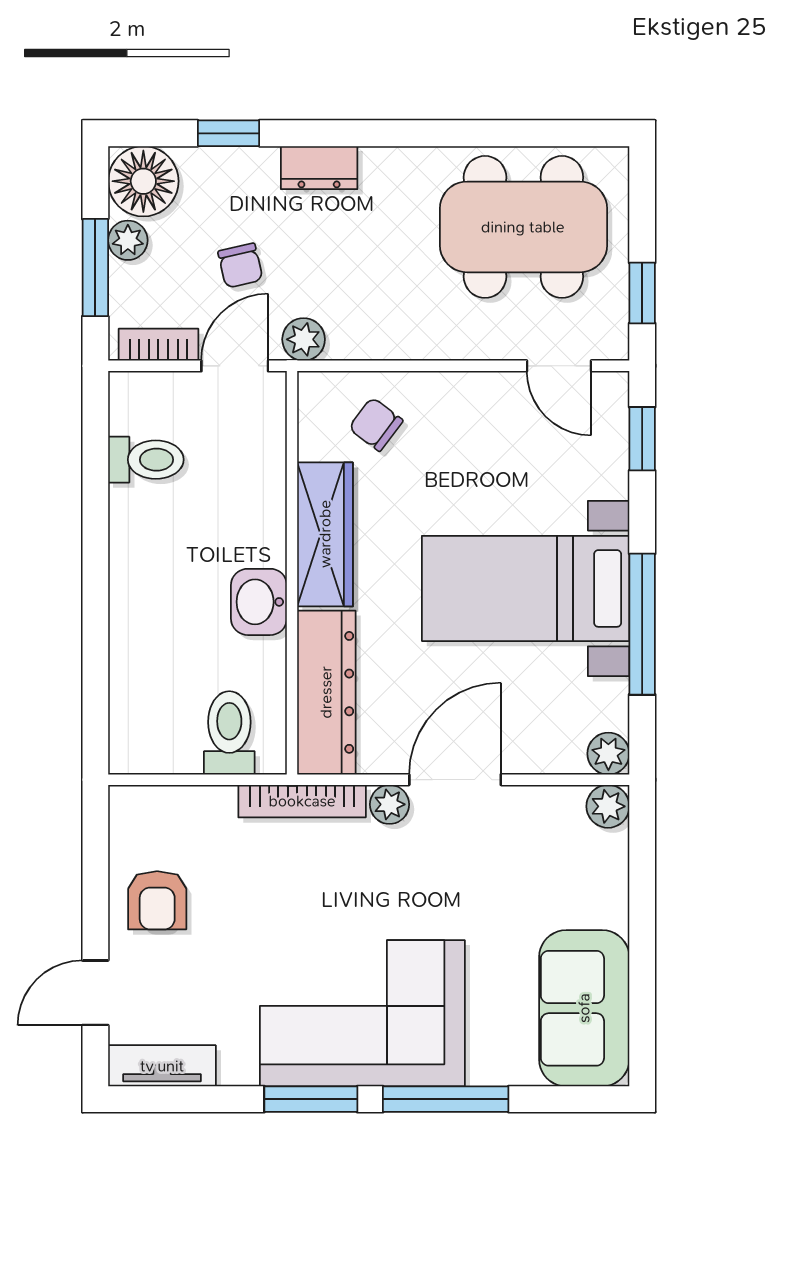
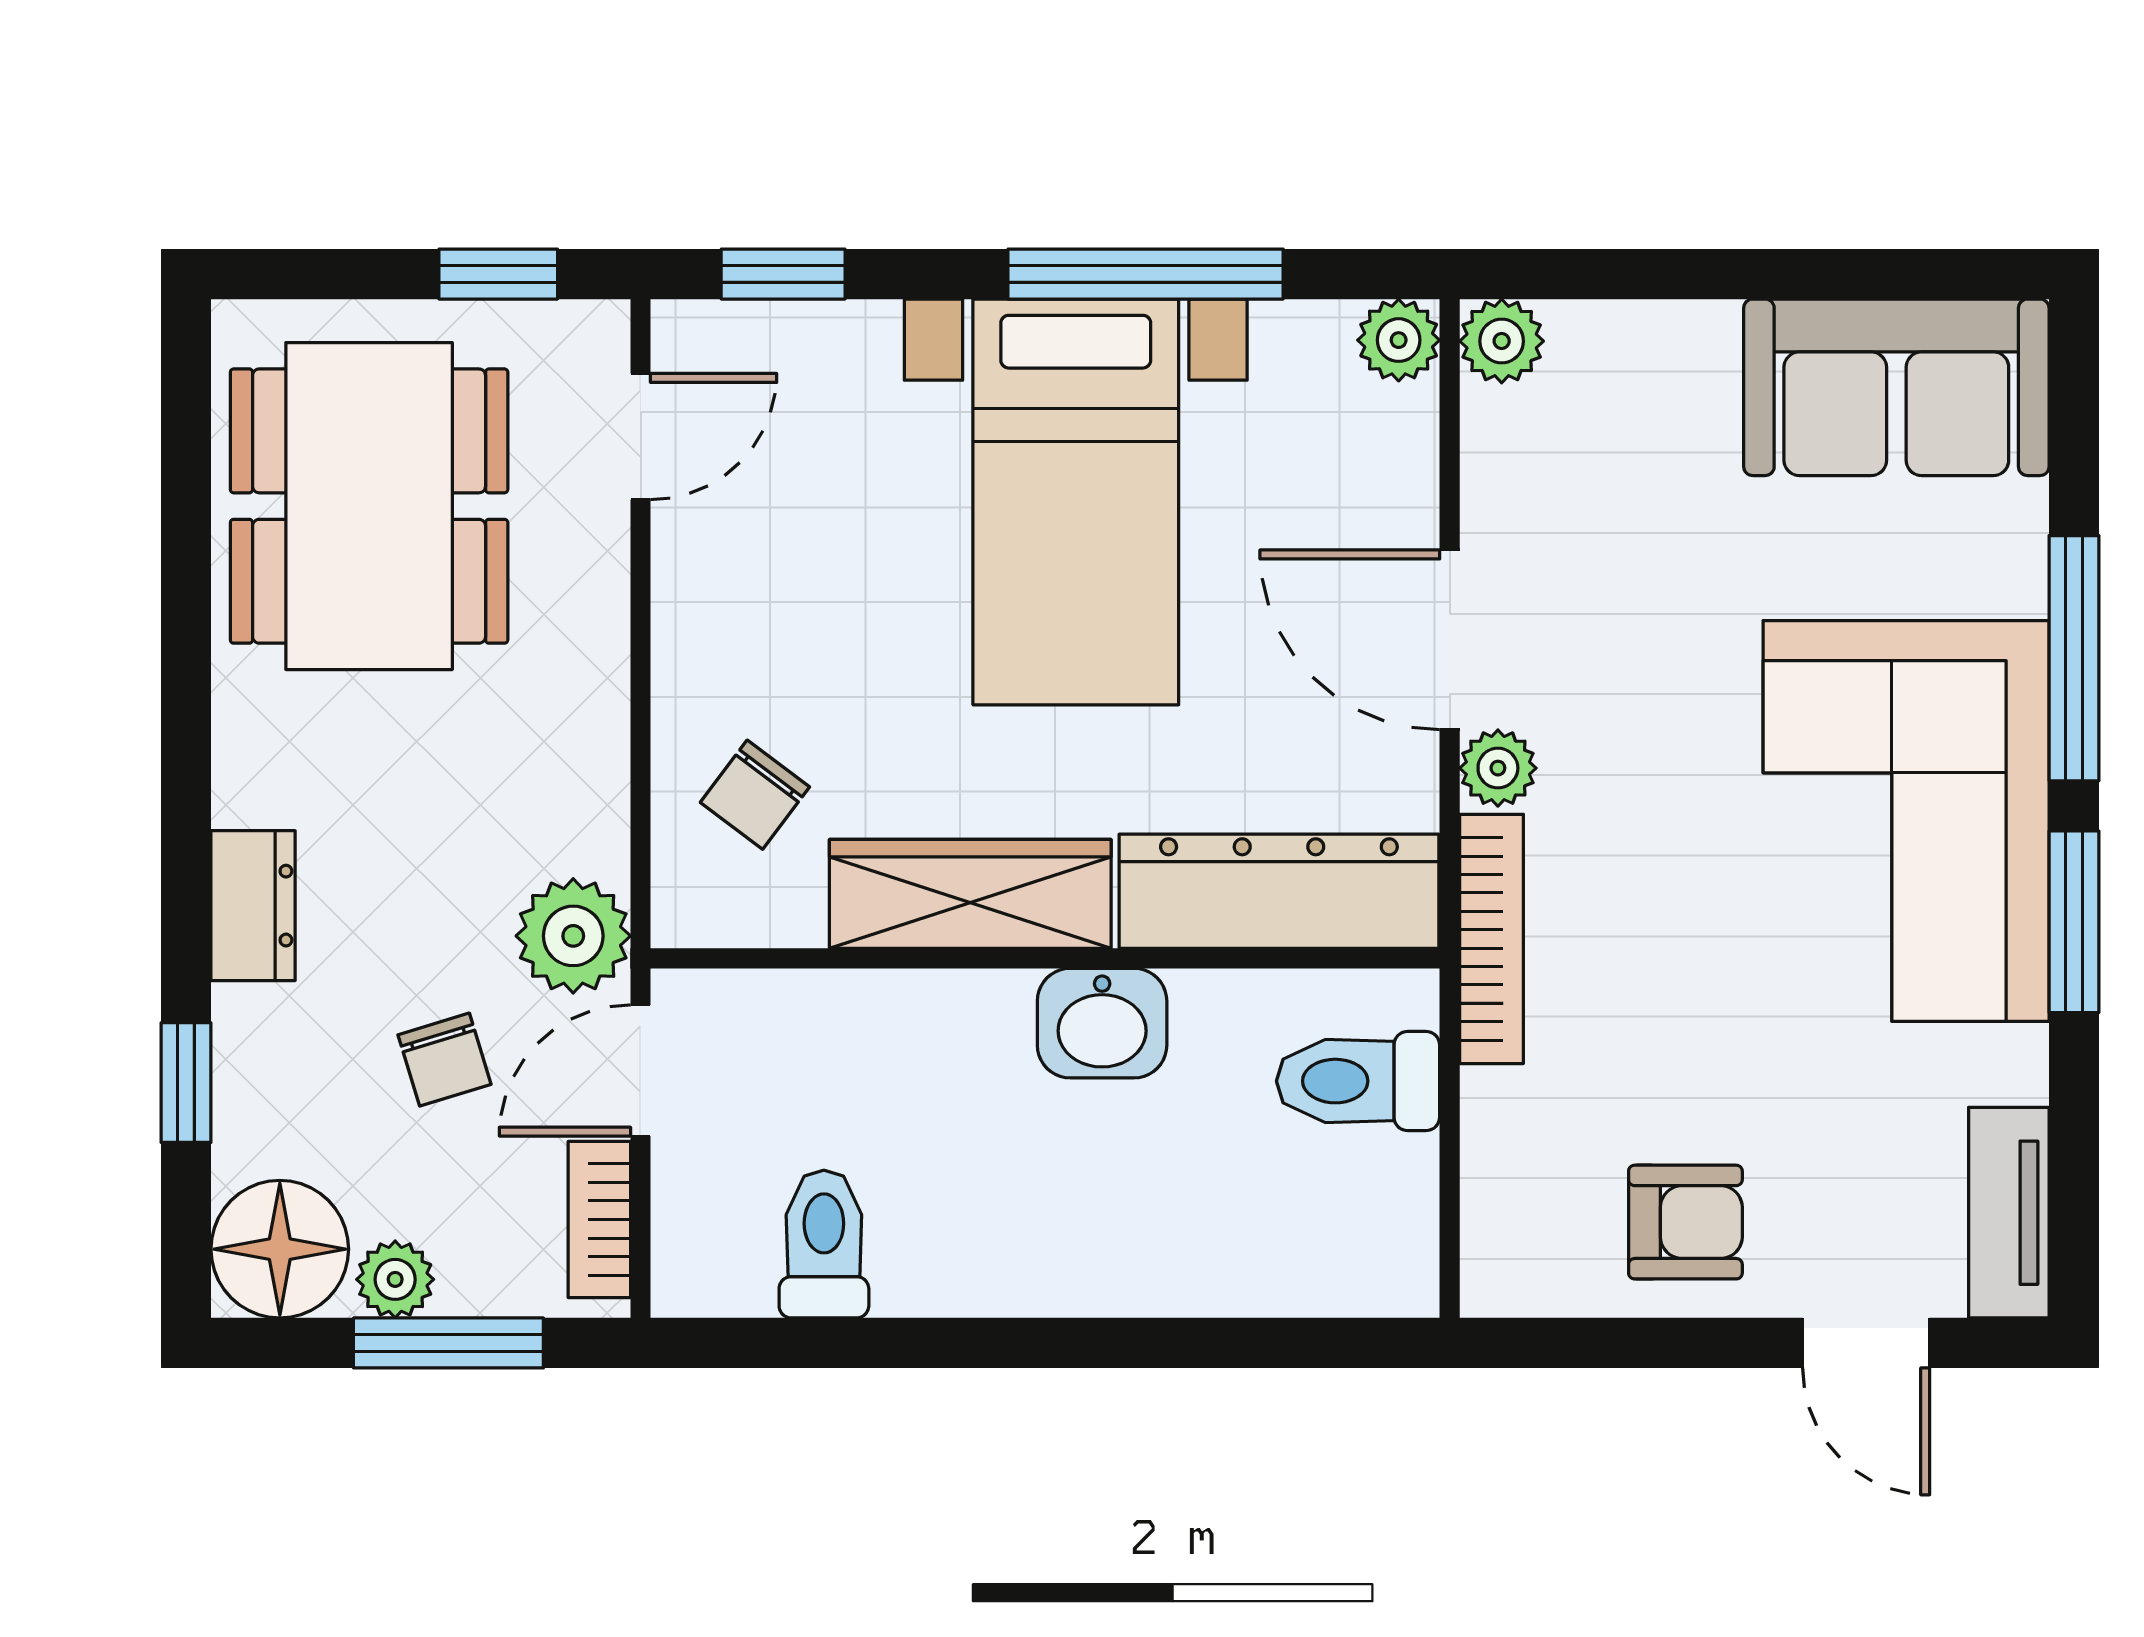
chair: (240, 266) -> (444, 1060), turned 86
plant: (304, 339) -> (573, 936), width x1.38, depth x1.38
door: (235, 366) -> (641, 1071), hinge flipped

